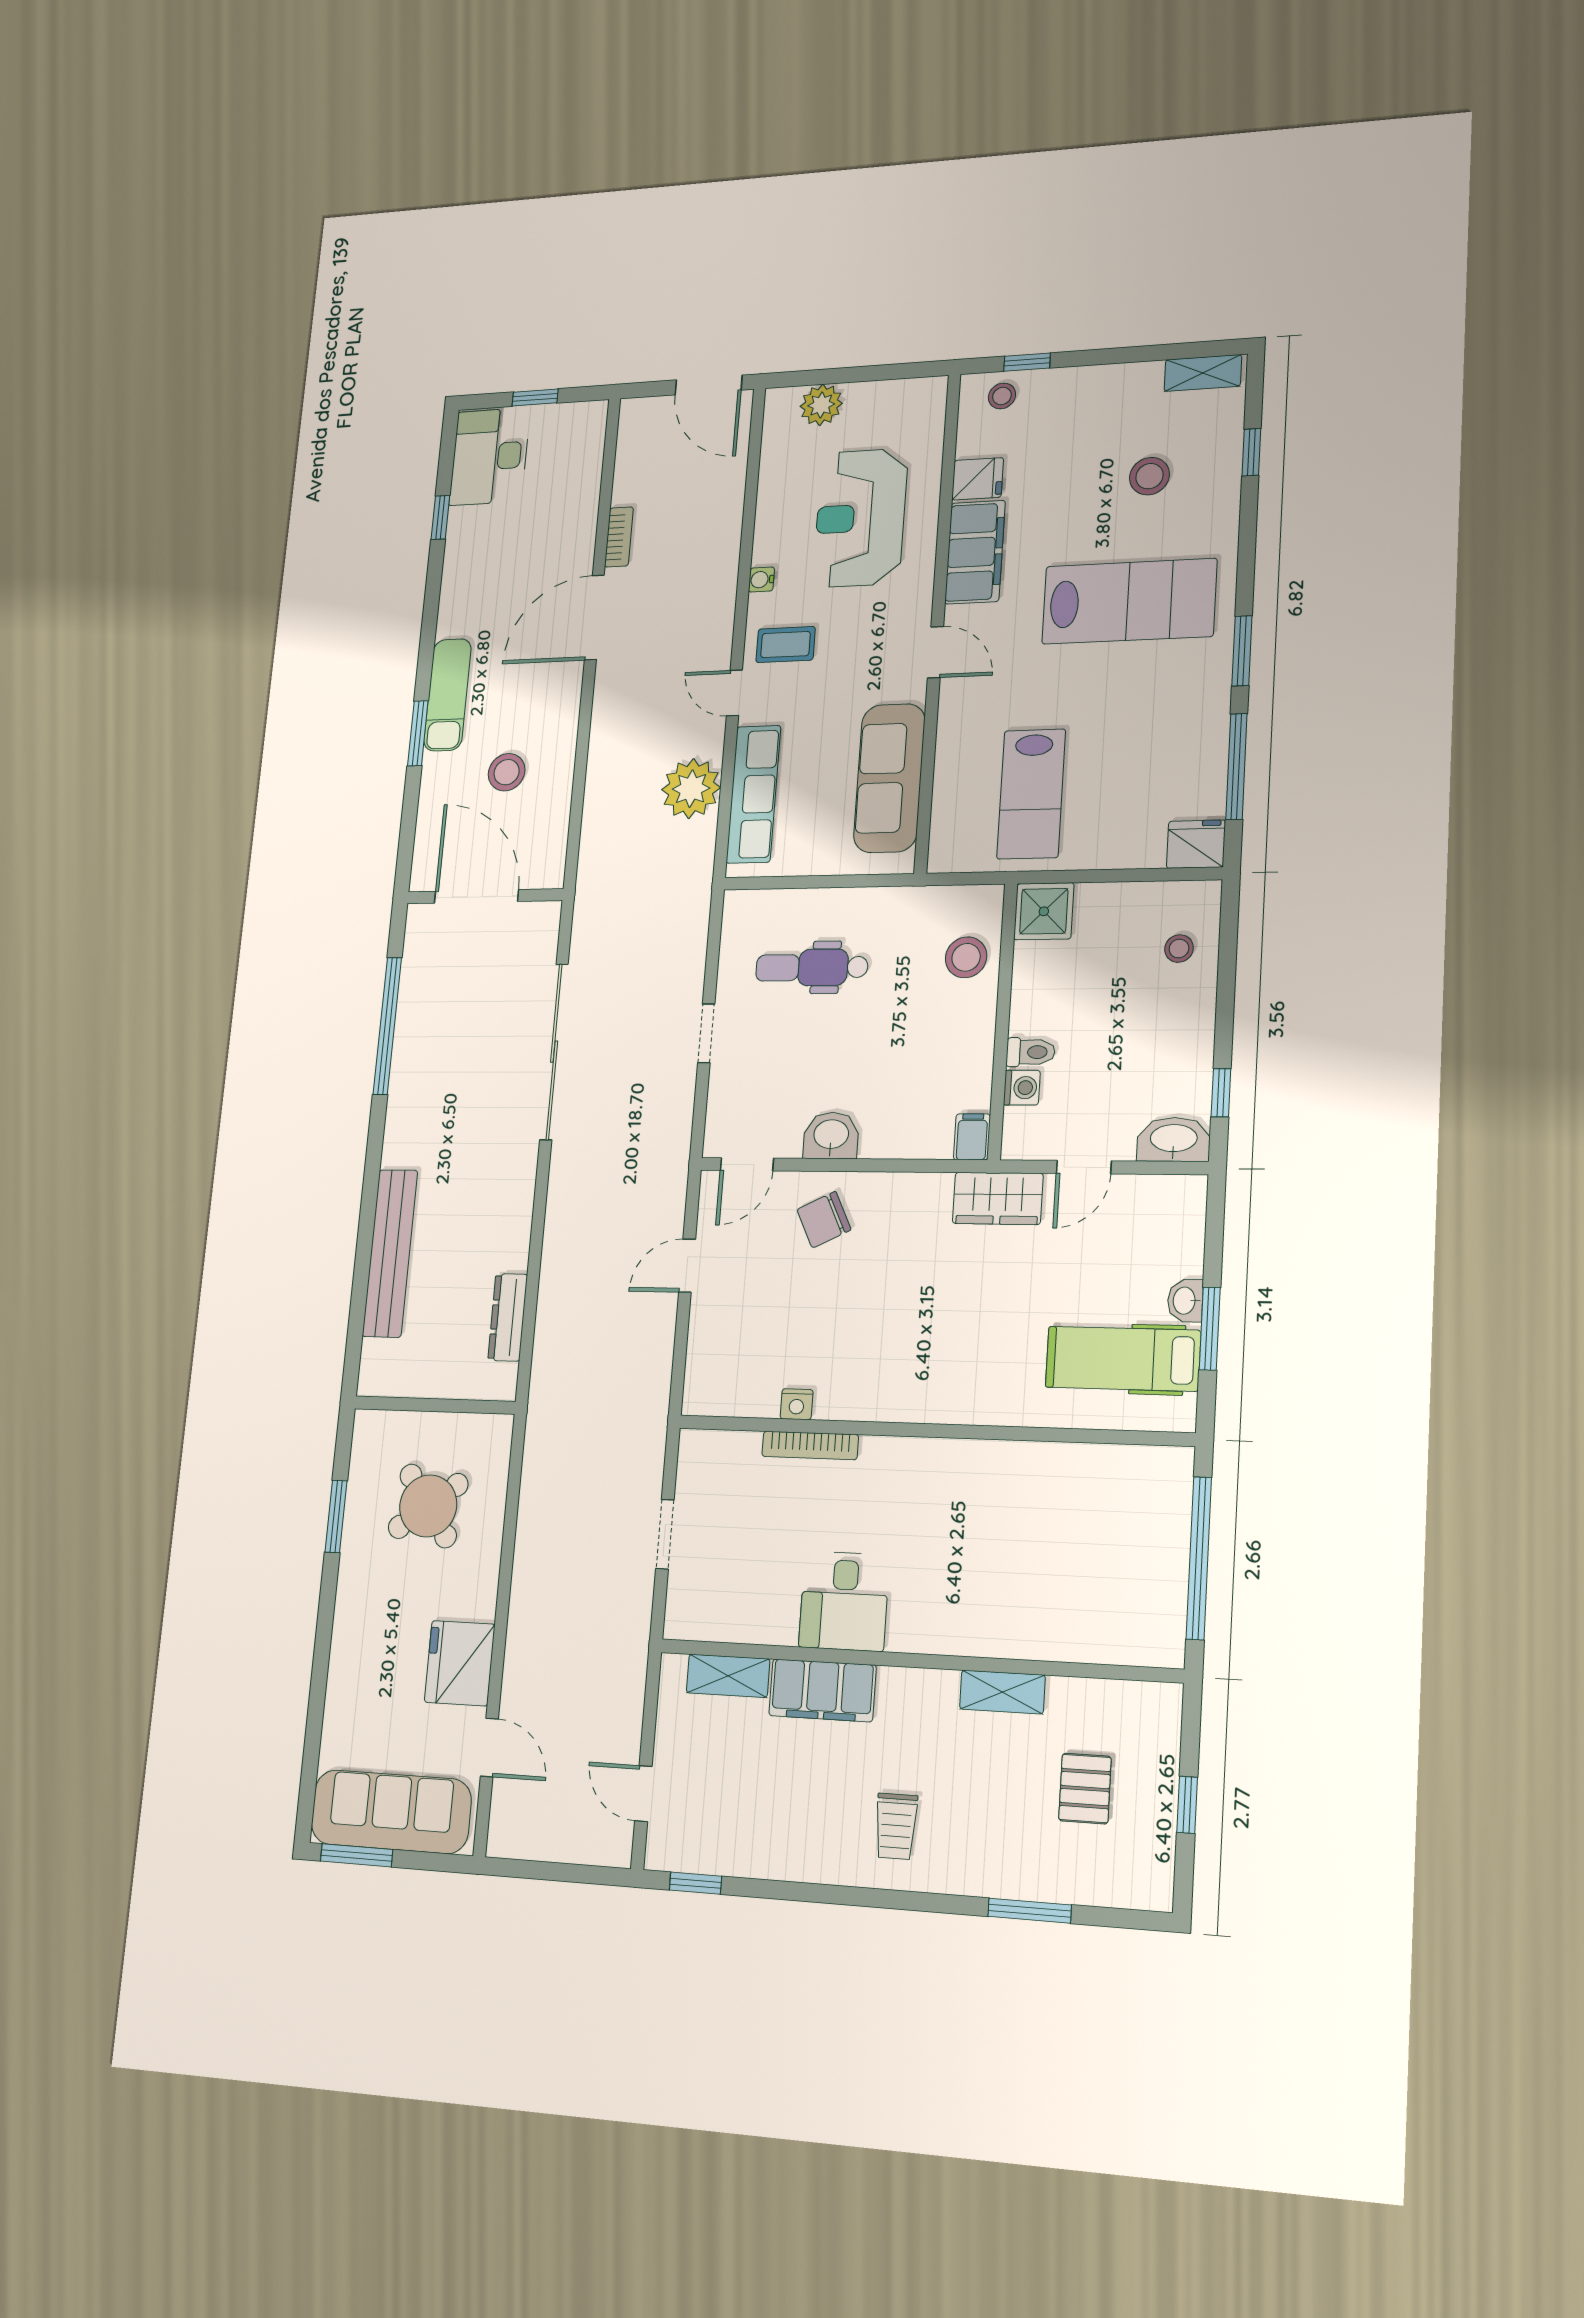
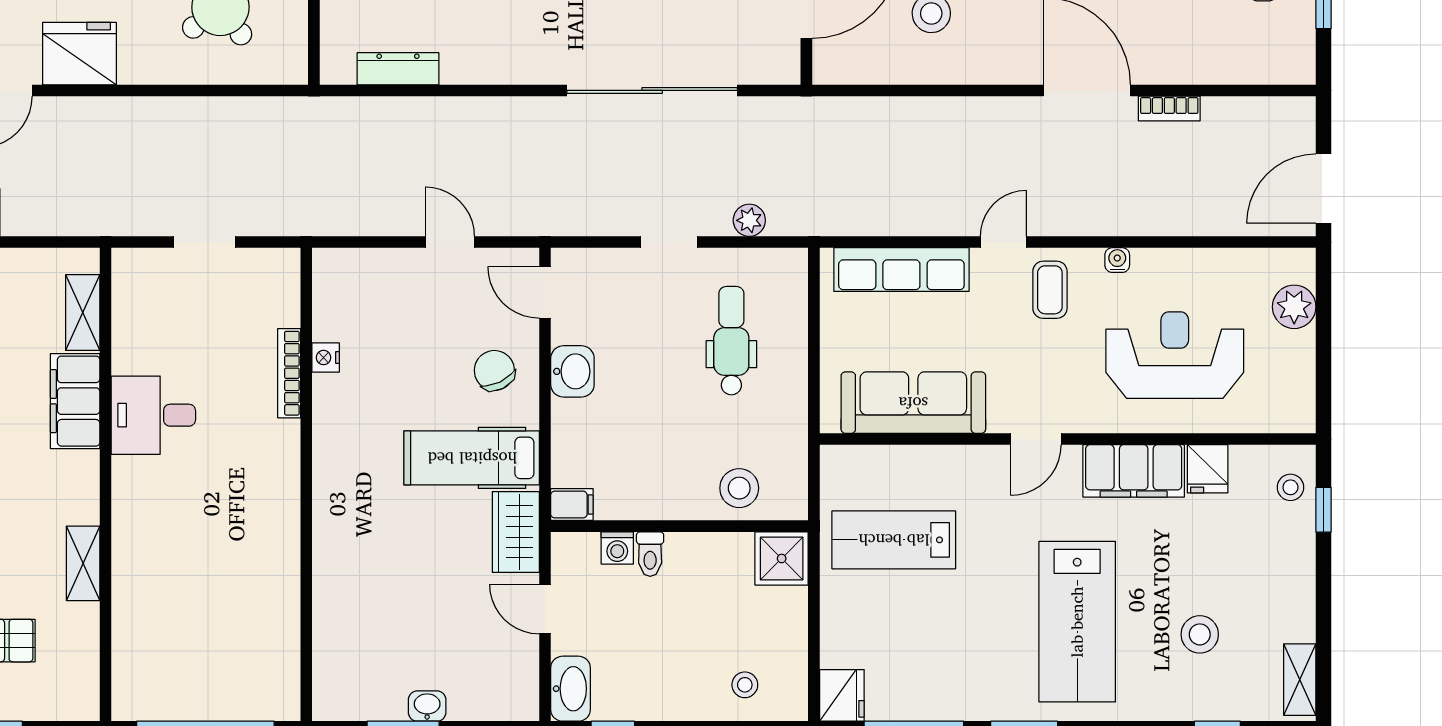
plant: (691, 789) -> (749, 220), moved, width x0.53, depth x0.53
hospital bed: (1123, 1359) -> (472, 458), moved, turned -90

